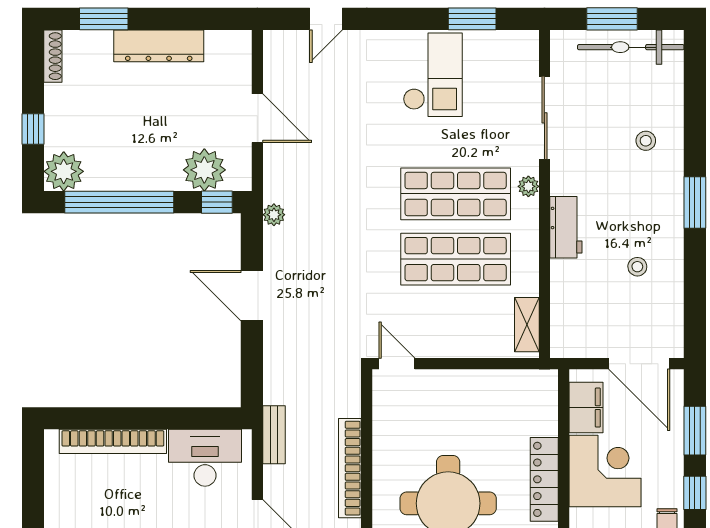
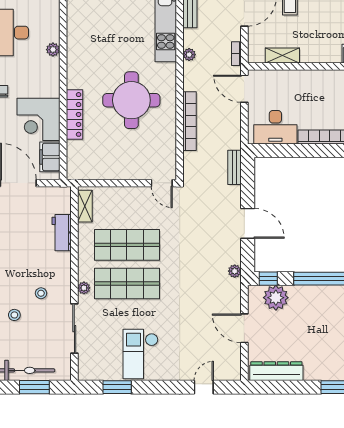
dresser: (159, 46) -> (276, 371), moved
workbench: (566, 227) -> (62, 233), moved
stool: (637, 267) -> (41, 293), moved
bench: (274, 435) -> (235, 167), moved

